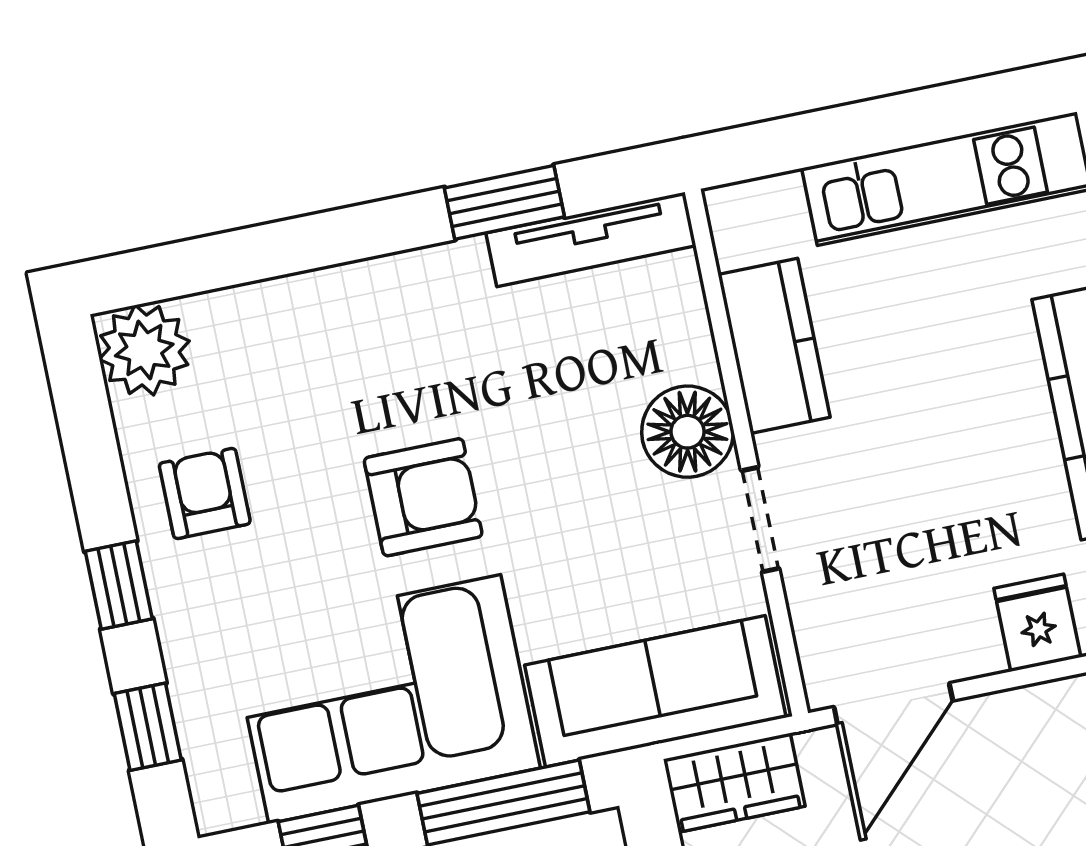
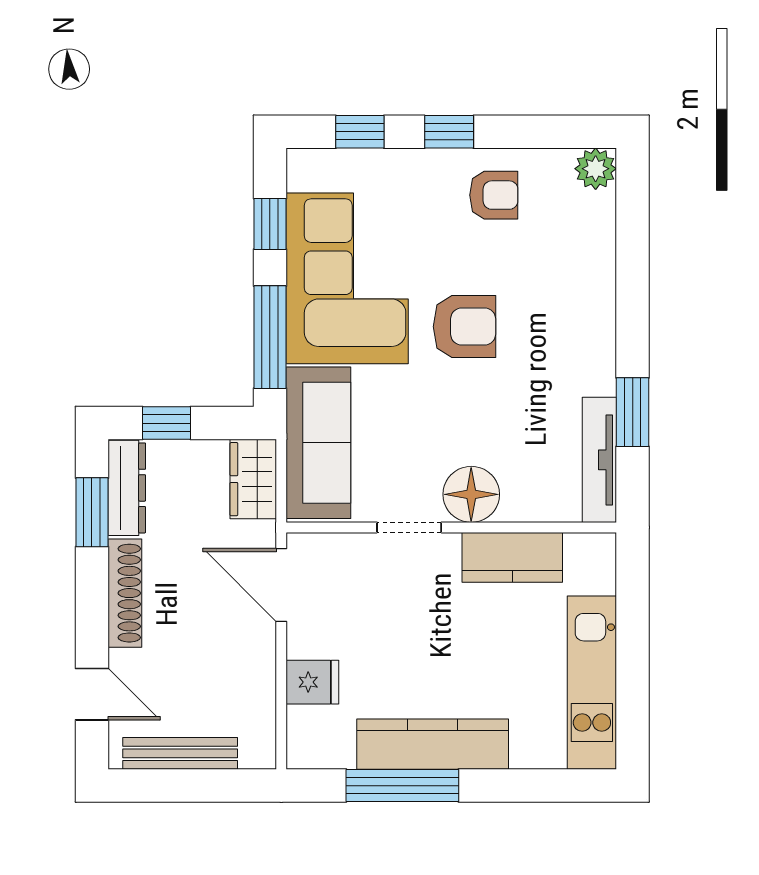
plant: (144, 350) -> (596, 169), width x0.73, depth x0.73
armchair: (423, 497) -> (464, 327), turned -90

